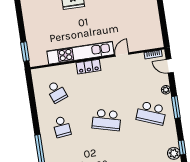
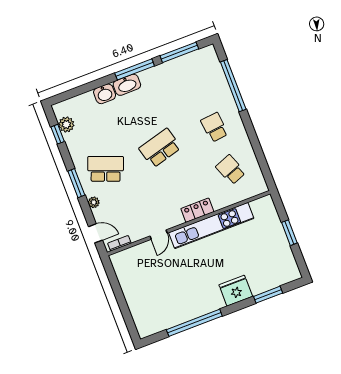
window: (25, 52) -> (289, 233), moved
school desk: (107, 120) -> (160, 148), turned -30

